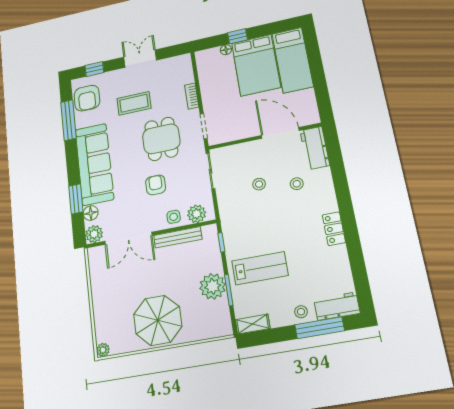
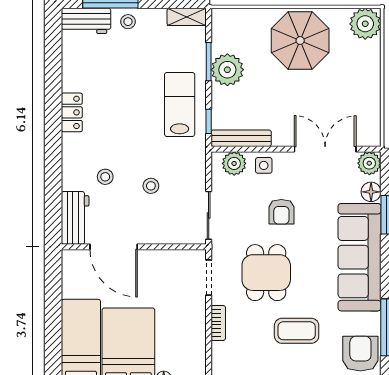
bench: (178, 237) -> (241, 138), moved
lab bench: (260, 268) -> (180, 104), moved, turned 90
plant: (103, 350) -> (365, 24), width x1.87, depth x1.87

